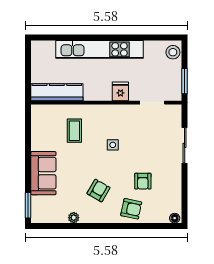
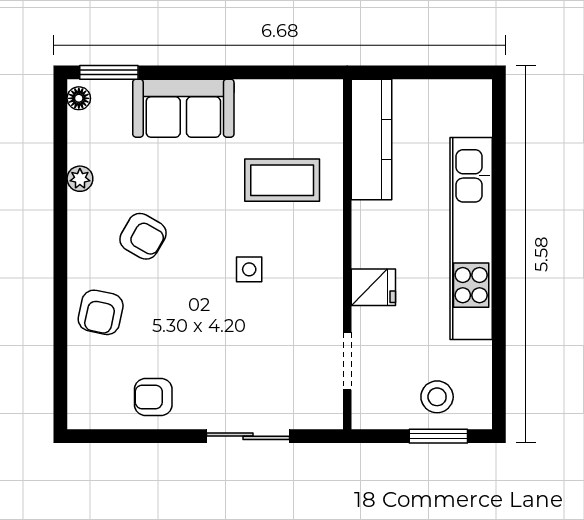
stool: (173, 52) -> (437, 397), moved
window: (185, 81) -> (438, 436), moved
coffee table: (74, 131) -> (282, 180), width x1.36, depth x1.30
armchair: (143, 181) -> (153, 397), moved
floor lamp: (175, 218) -> (79, 98), moved

